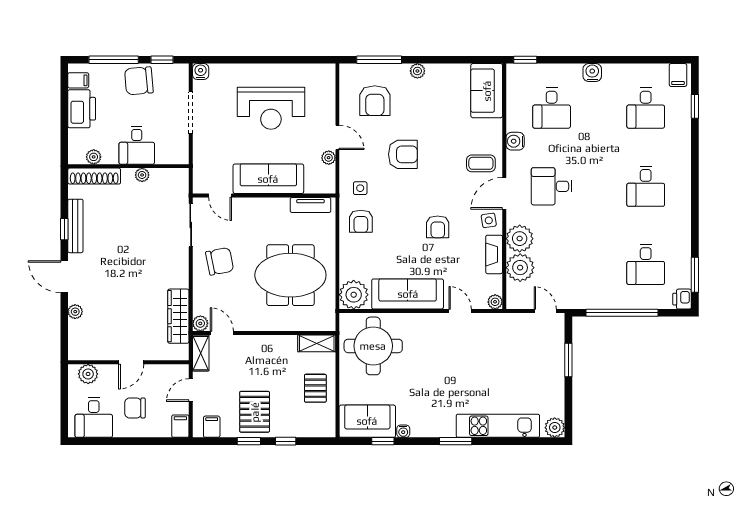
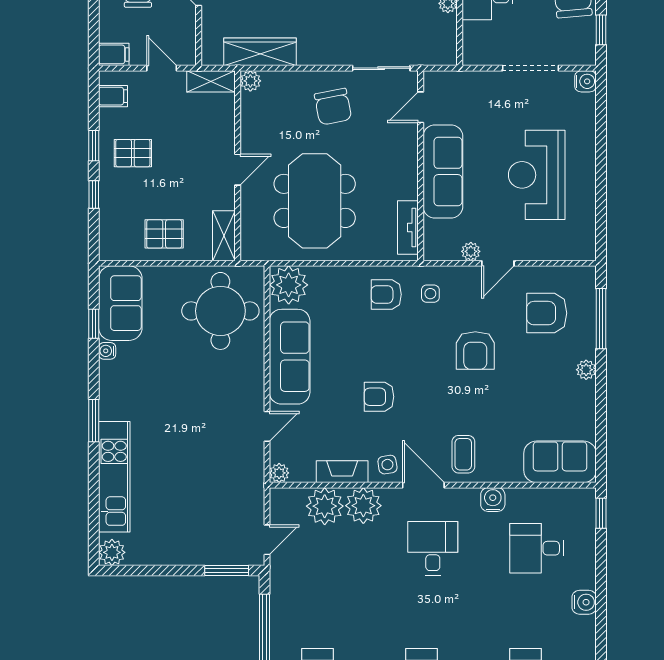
door: (222, 333) -> (238, 170), moved
window: (568, 360) -> (227, 571), moved
pallet: (255, 412) -> (133, 153), width x0.67, depth x0.71

